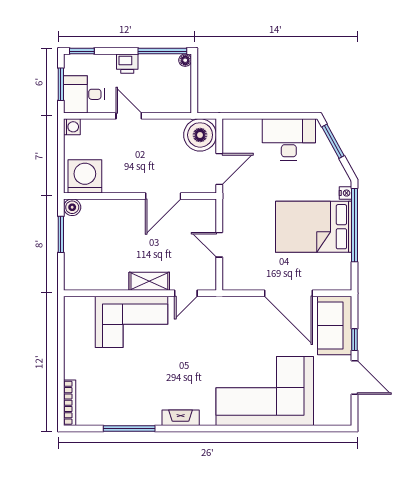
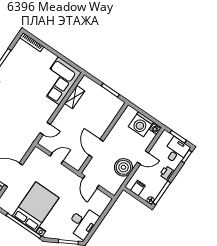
filing cabinet: (180, 92) -> (138, 188), added
desk: (84, 94) -> (176, 151), moved
boiler: (200, 135) -> (123, 167), moved
washing machine: (85, 176) -> (141, 124), moved, turned 90
boiler: (72, 207) -> (119, 104), removed
shelving: (149, 281) -> (75, 97), moved
door: (186, 293) -> (45, 129), swing flipped
corner sofa: (131, 322) -> (59, 81), moved

